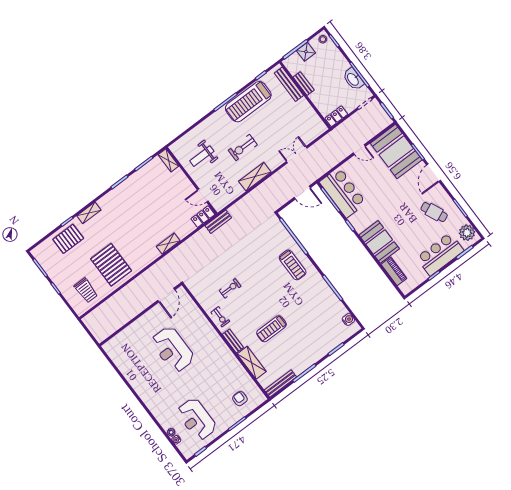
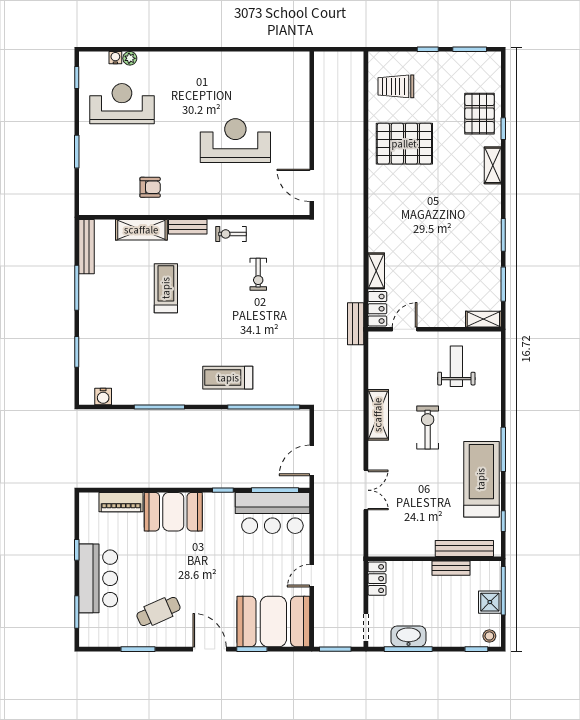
plant: (467, 233) -> (100, 634), removed
shelving: (168, 244) -> (376, 271), moved
armchair: (240, 399) -> (150, 187), moved

